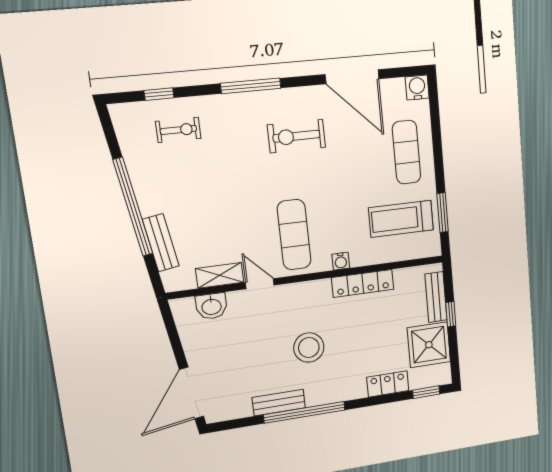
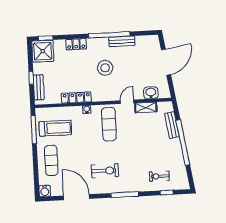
window: (443, 213) -> (34, 130), width x1.44
door: (260, 284) -> (127, 102), swing flipped
shower: (429, 345) -> (43, 51), moved
locker: (388, 384) -> (76, 44), moved
door: (192, 393) -> (166, 62), moved

